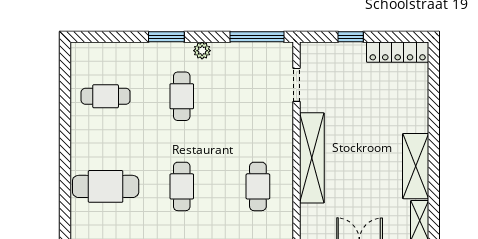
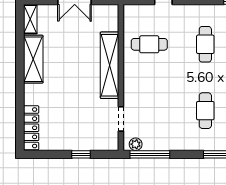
plant: (202, 51) -> (136, 144), moved
locker: (398, 52) -> (31, 128), moved, turned 90
cafe table: (258, 186) -> (149, 44), turned 90

